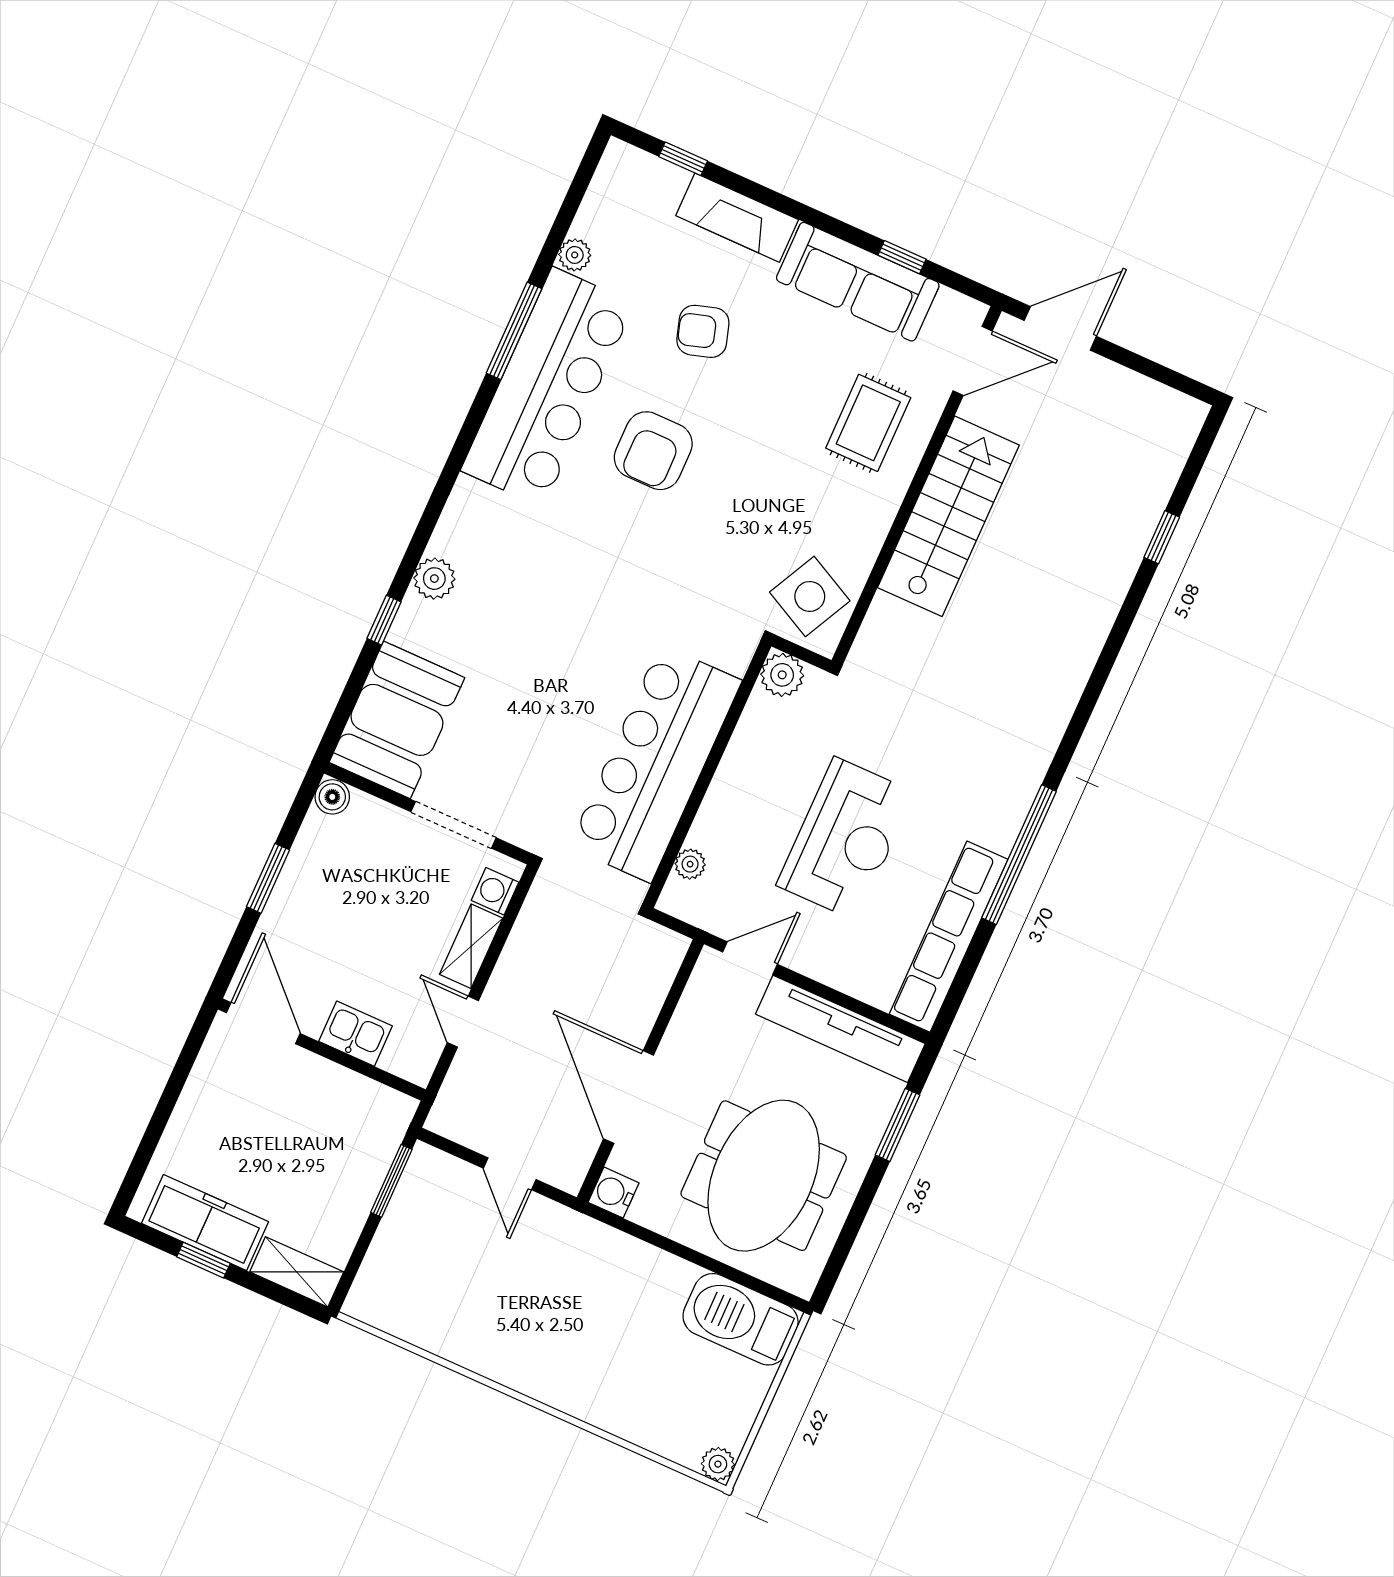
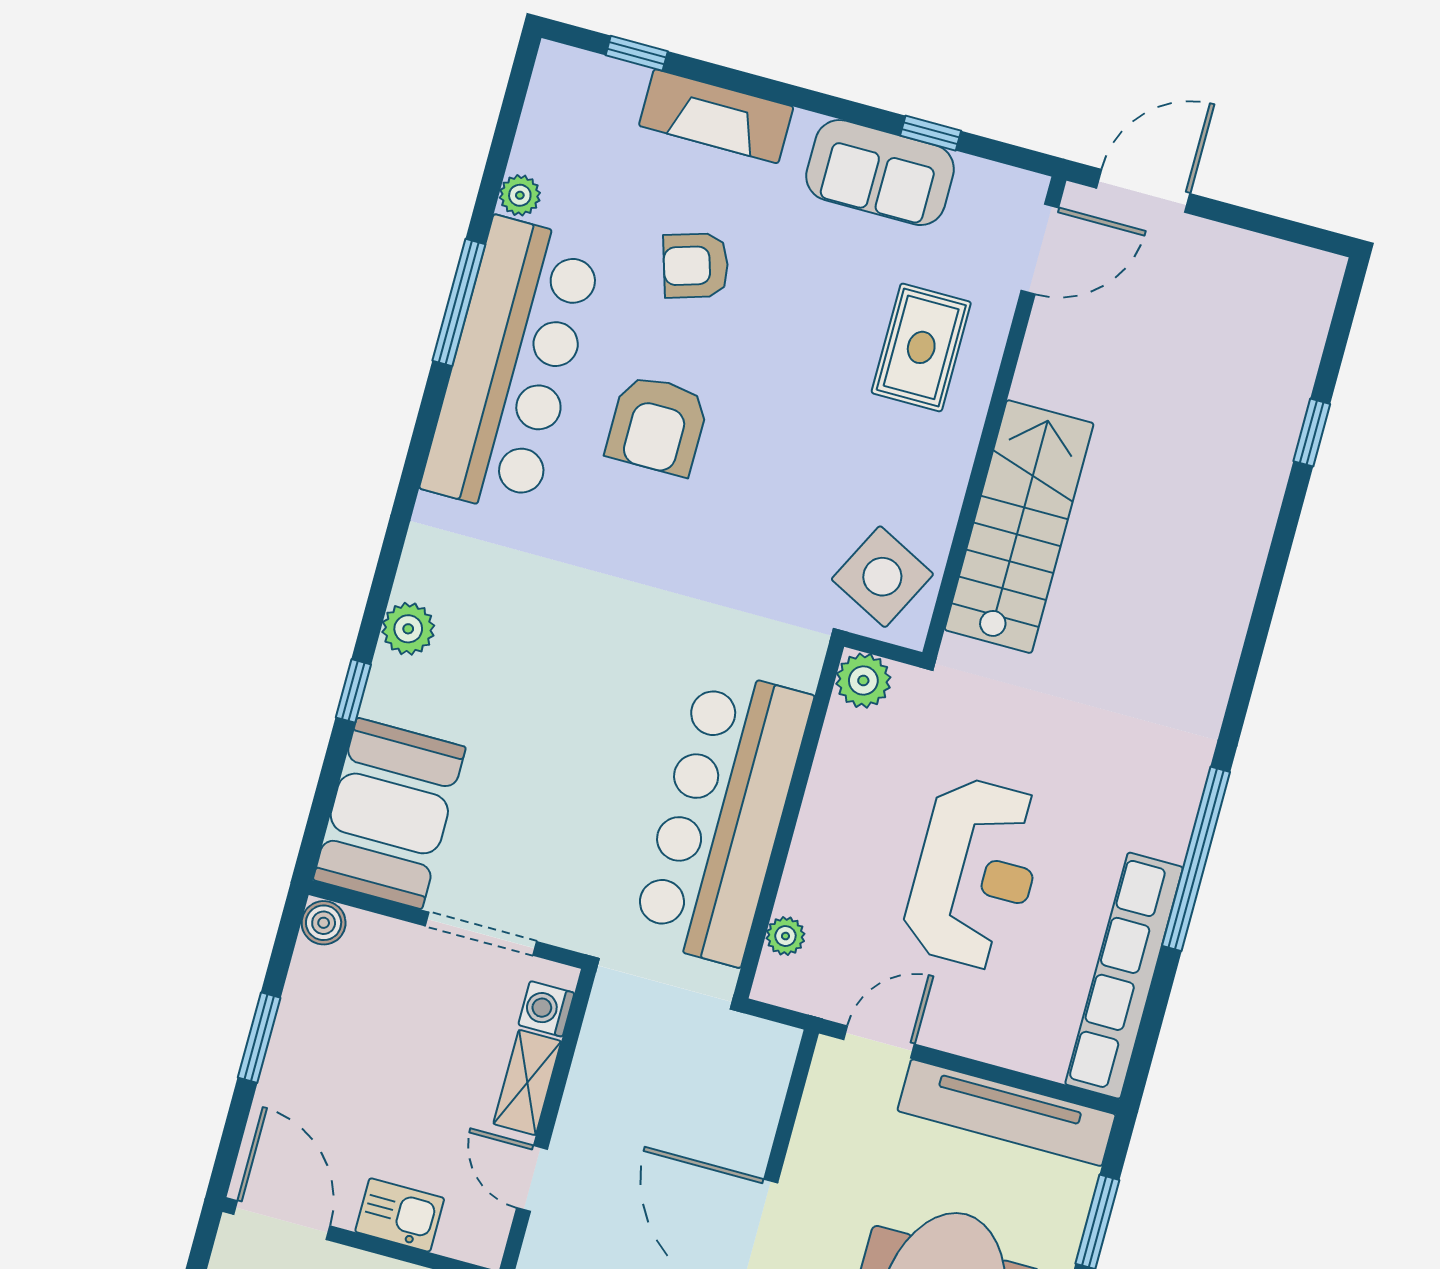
sofa: (858, 282) -> (880, 173), width x0.73
stairs: (948, 516) -> (1019, 527), moved

